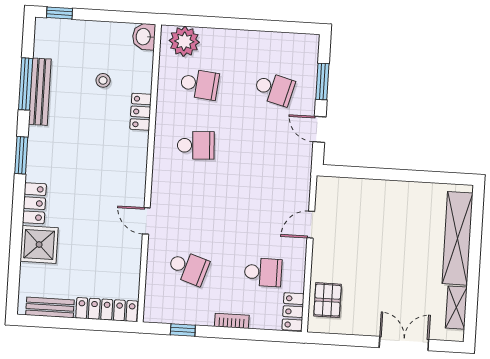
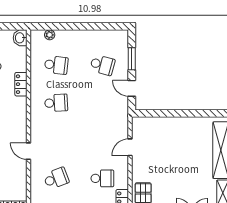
plant: (184, 41) -> (50, 35), width x0.53, depth x0.53
school desk: (188, 268) -> (56, 178), turned -39

